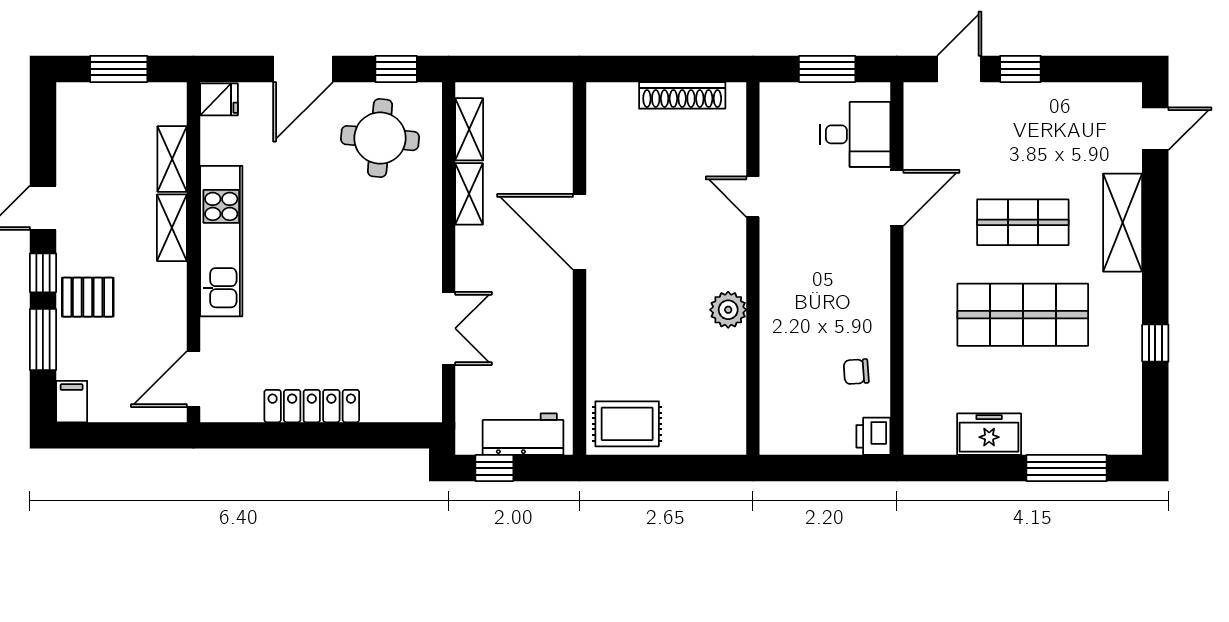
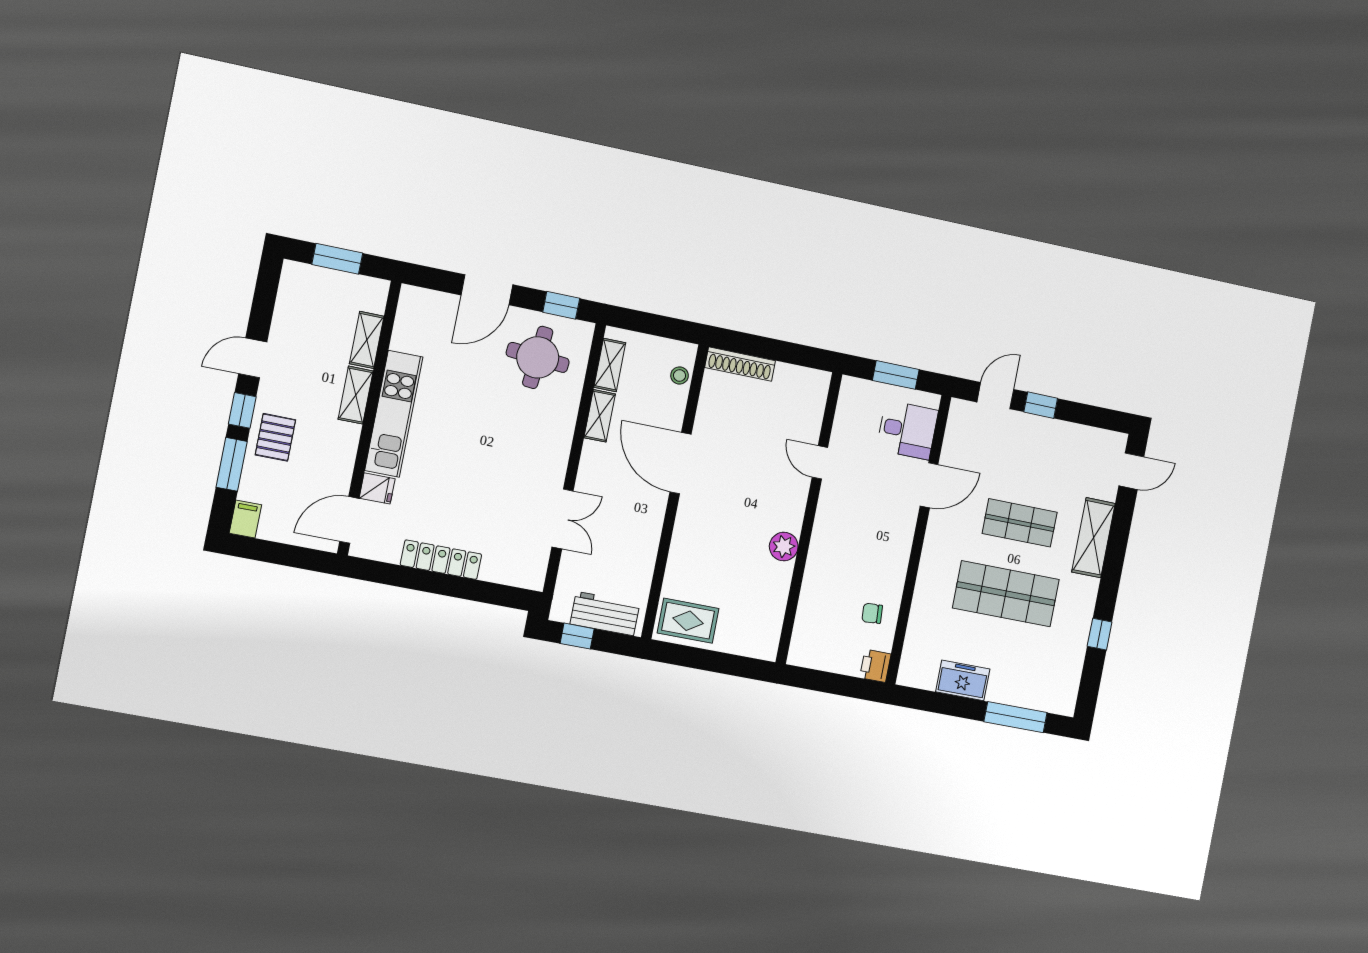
shoe rack: (682, 95) -> (740, 364), moved
fridge: (219, 99) -> (377, 488), moved
stool: (557, 125) -> (680, 375), added
pallet: (88, 297) -> (275, 437), turned 90

